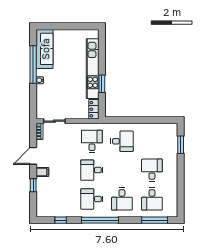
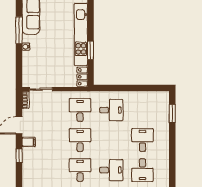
window: (33, 64) -> (19, 30), width x0.68
desk: (92, 170) -> (80, 140), turned 90
desk: (92, 199) -> (80, 170), turned 90
desk: (122, 199) -> (111, 170), turned -90

